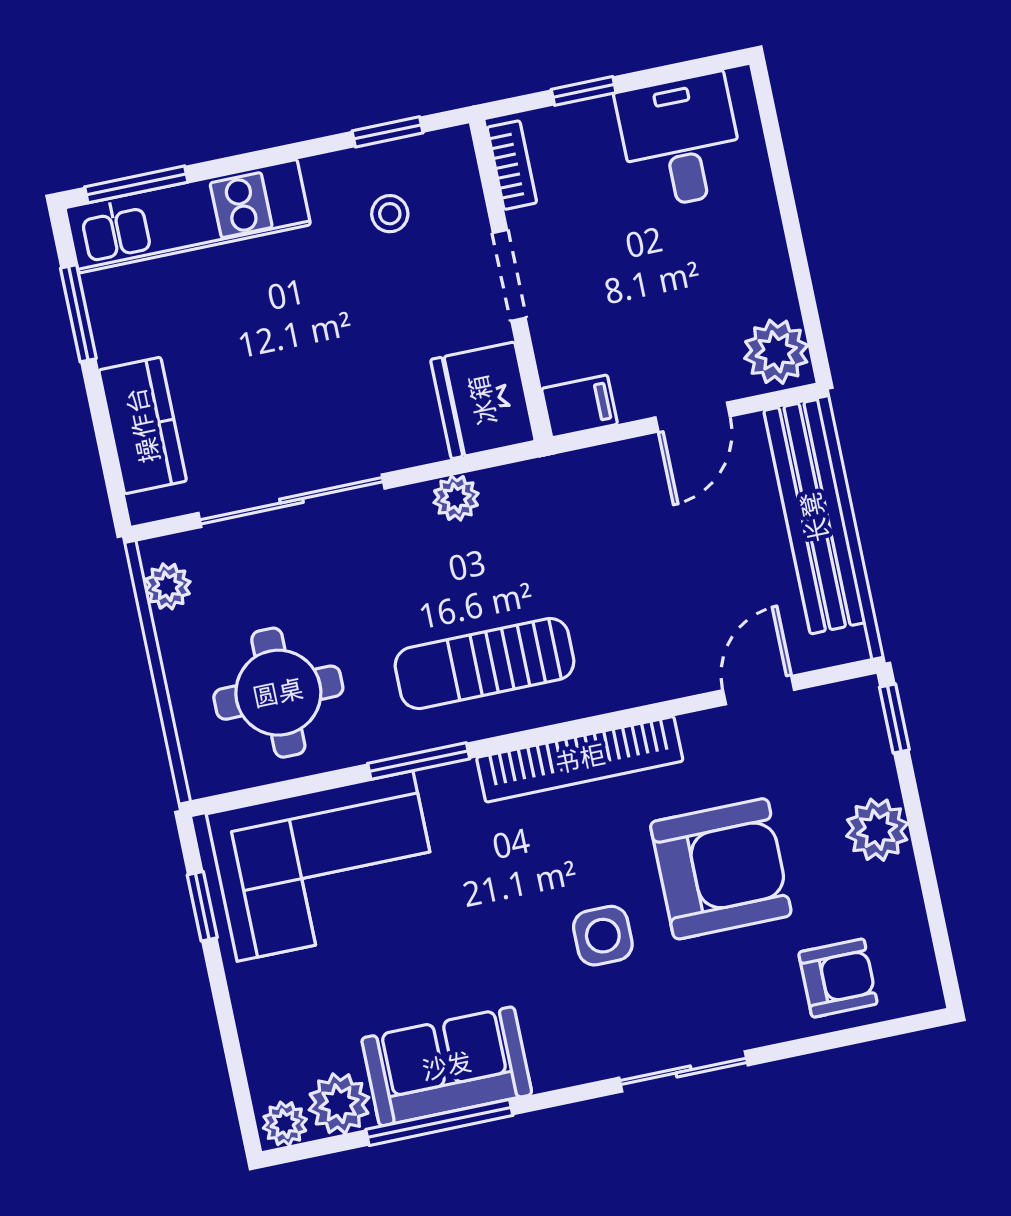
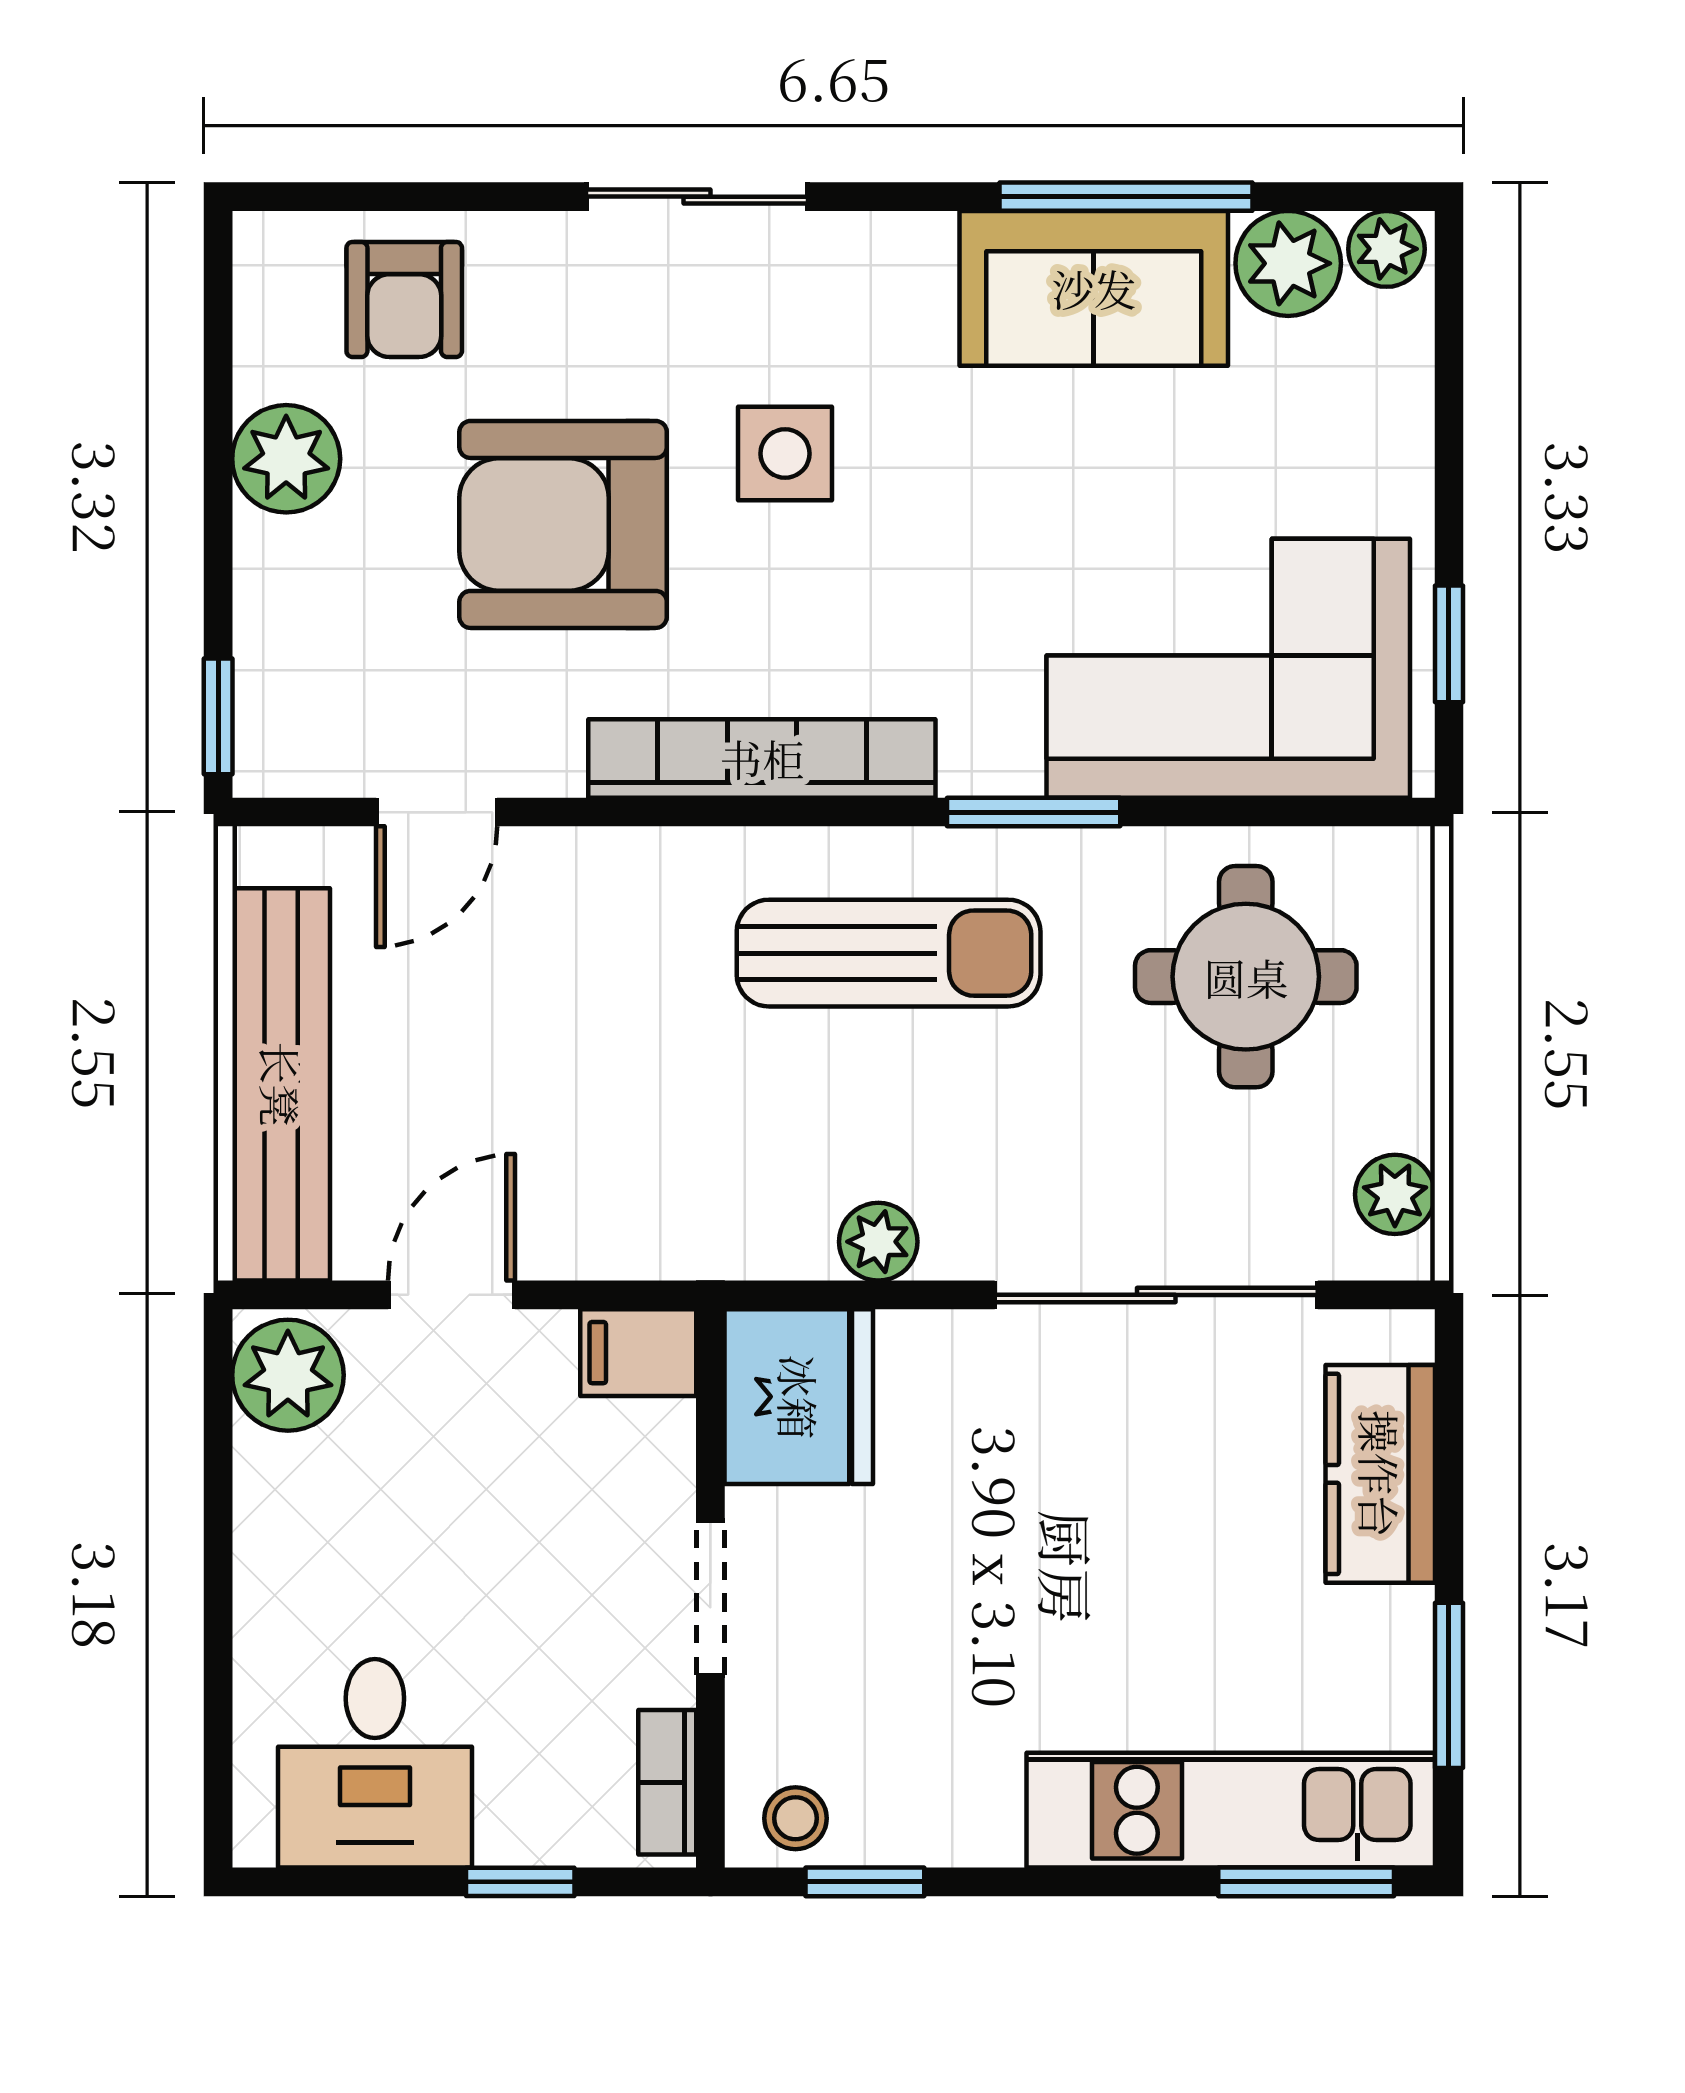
stool: (390, 214) -> (795, 1818), moved
plant: (877, 830) -> (286, 459), moved
armchair: (838, 978) -> (404, 299), turned -90

